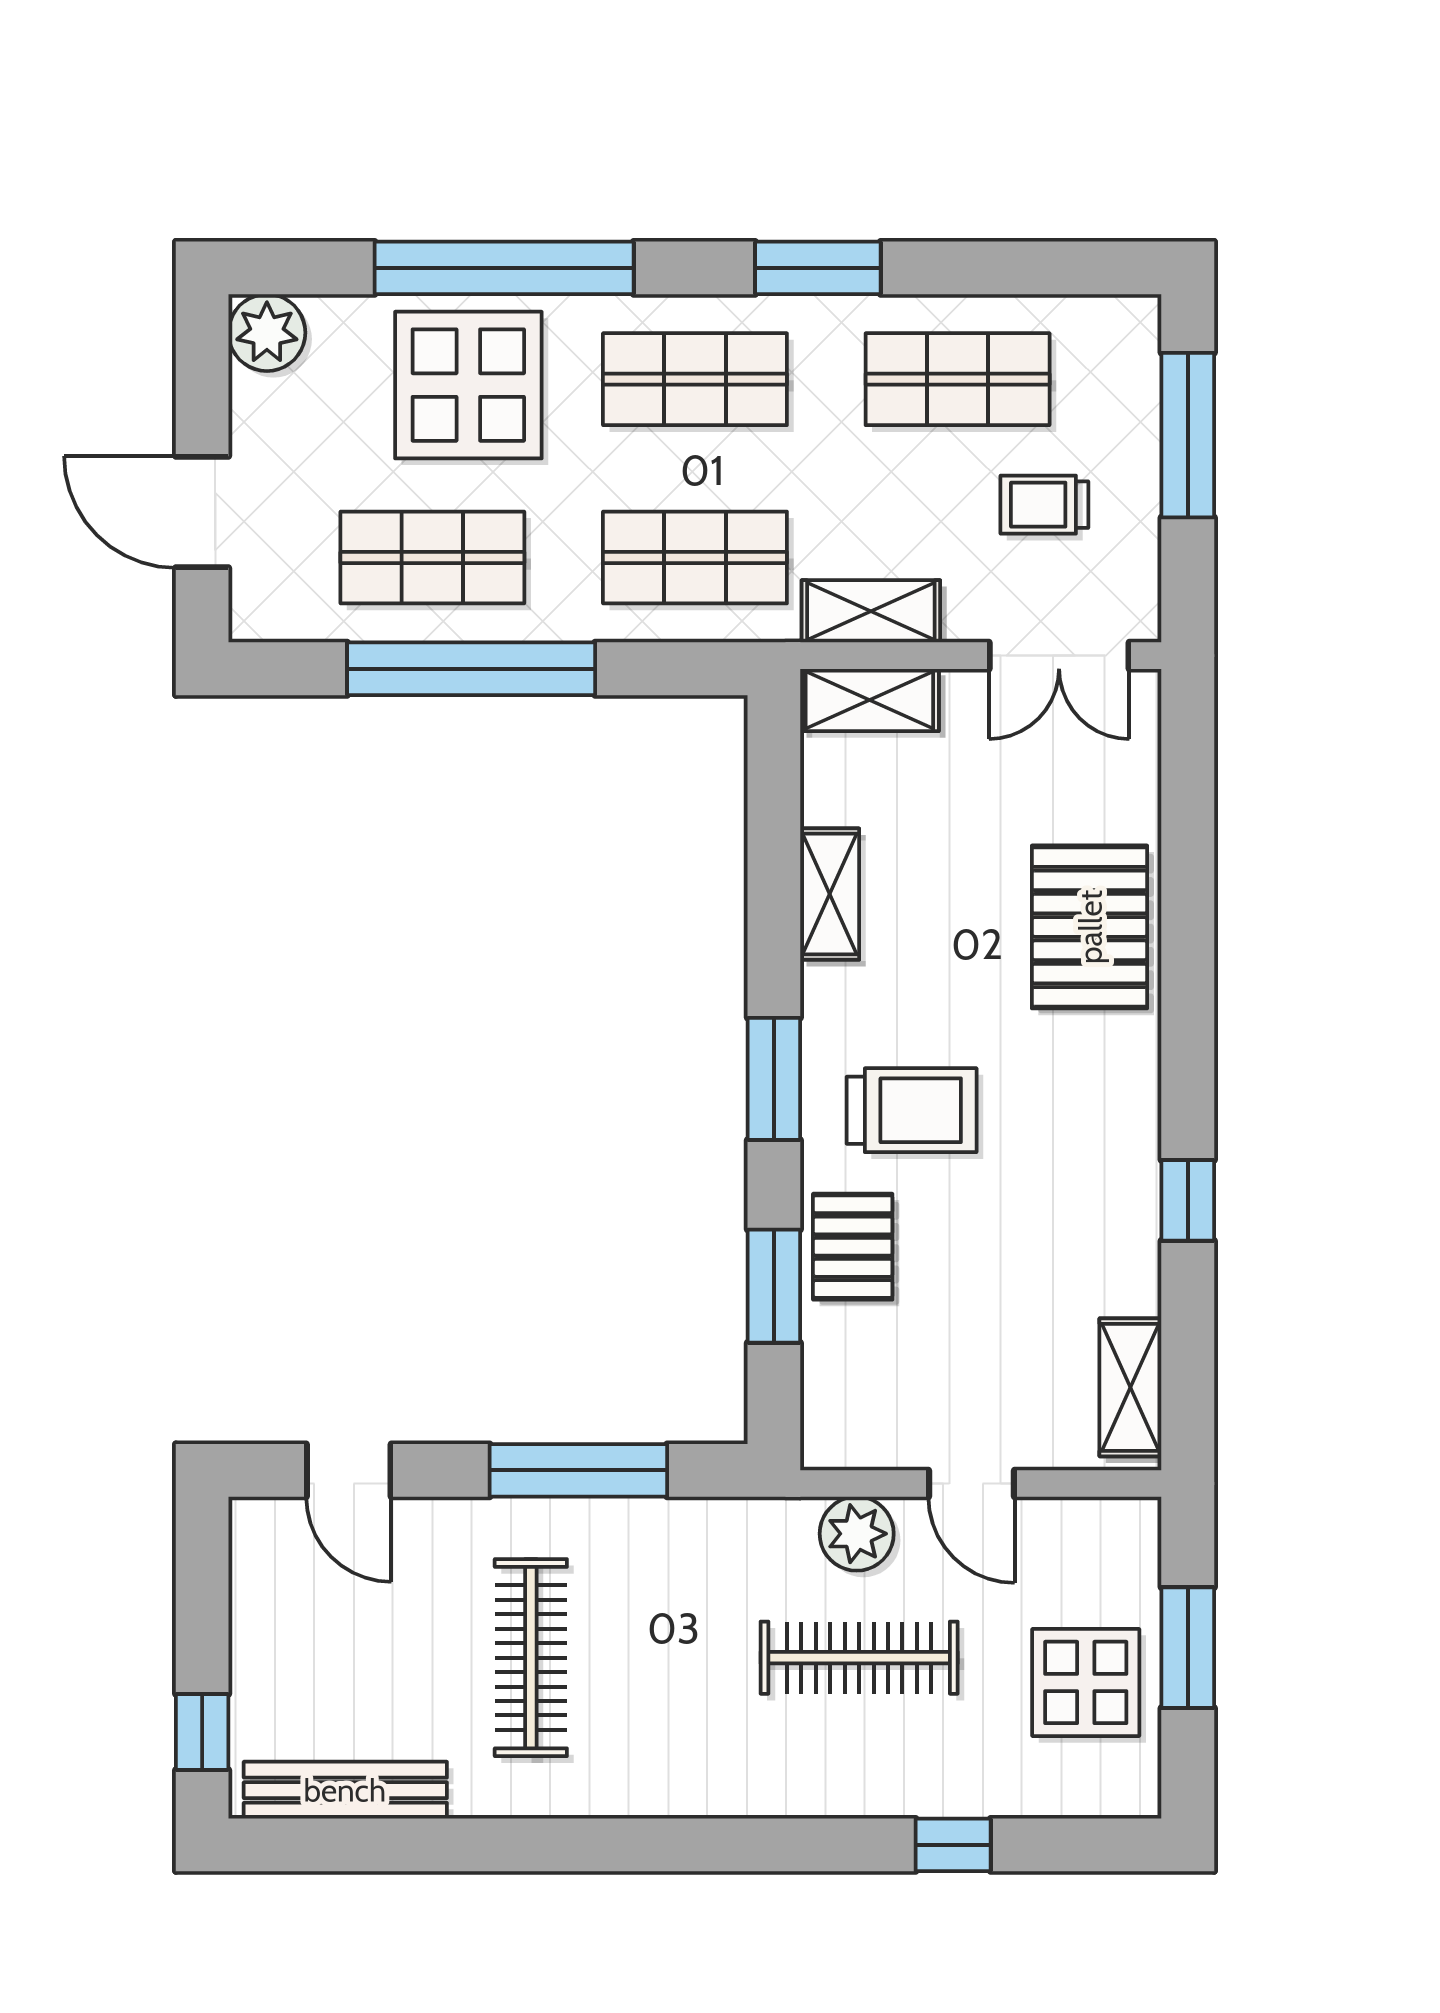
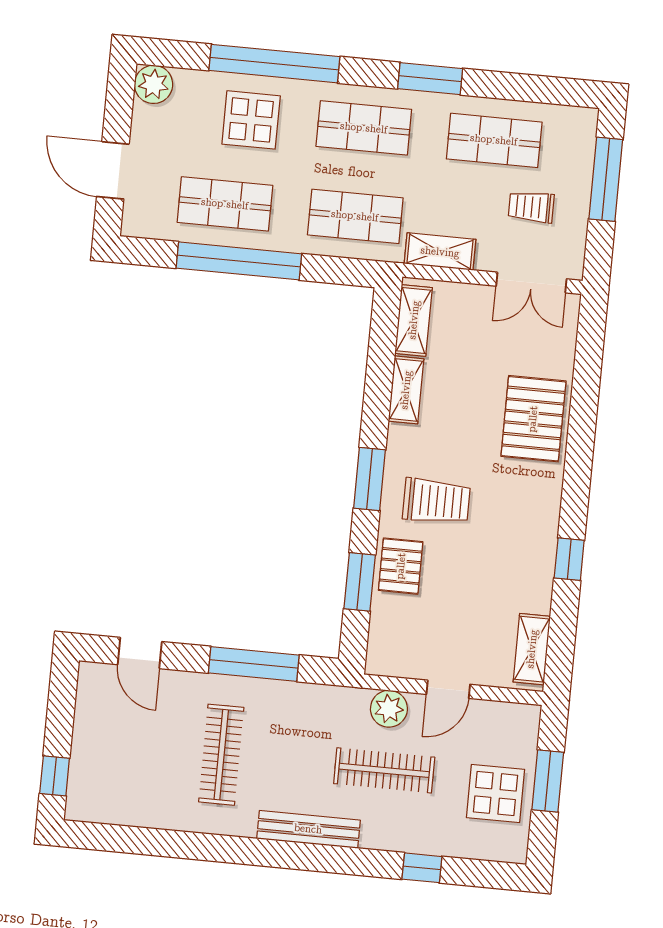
display table: (468, 385) -> (251, 120), width x0.73, depth x0.73
shelving: (869, 700) -> (414, 320), moved, turned 90
door: (971, 1484) -> (448, 689), hinge flipped
bench: (345, 1790) -> (308, 829), moved

